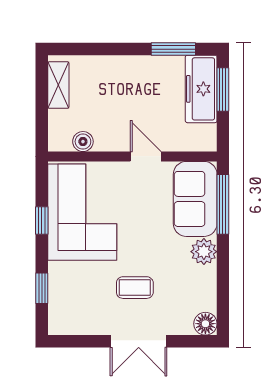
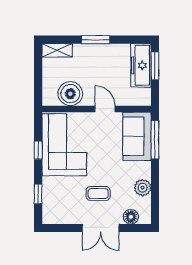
window: (173, 49) -> (95, 40), moved
shelving: (58, 85) -> (57, 50), moved, turned 90
boiler: (83, 142) -> (70, 94), width x1.86, depth x1.86
plant: (204, 252) -> (143, 188), moved
floor lamp: (205, 324) -> (131, 217), moved

